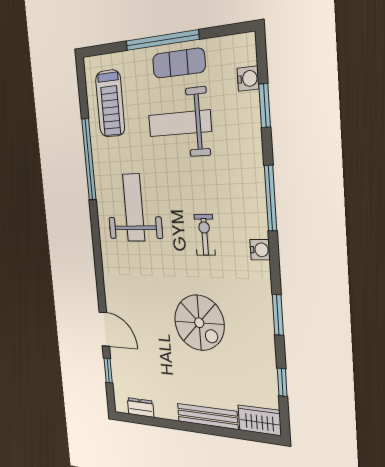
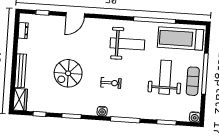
water cooler: (248, 79) -> (195, 117), moved
treadmill: (110, 104) -> (180, 38), width x1.37, depth x1.38
door: (104, 329) -> (75, 15), moved

